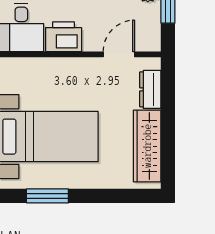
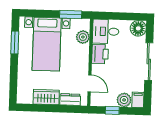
plant: (33, 70) -> (83, 37), added
wardrobe: (147, 146) -> (46, 97), width x0.67

